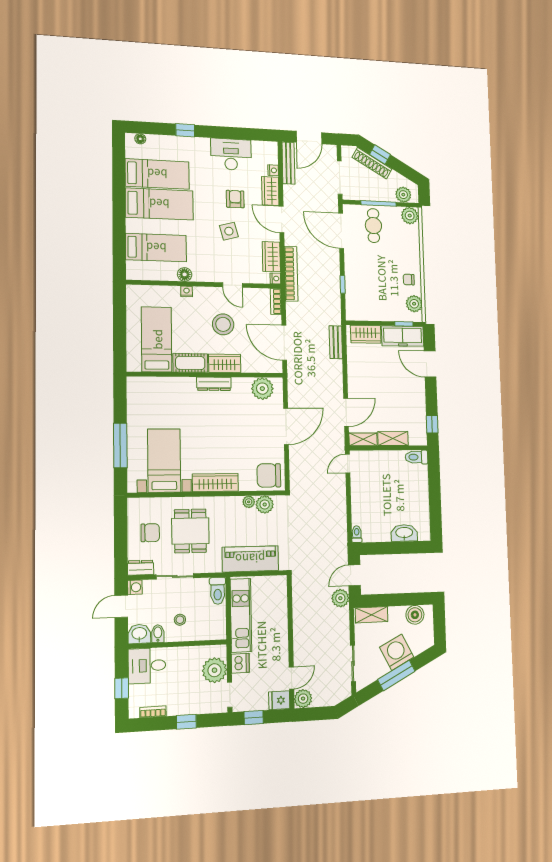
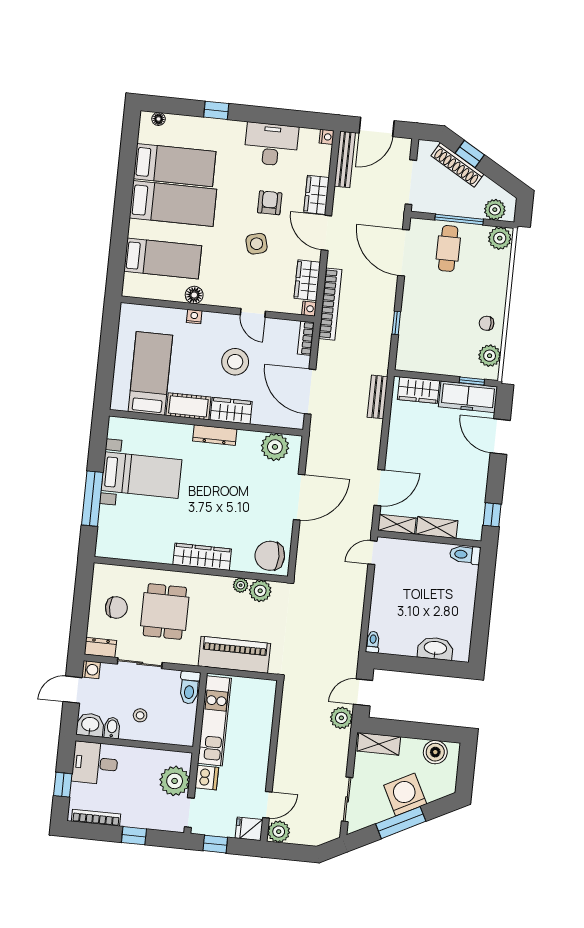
nightstand: (273, 170) -> (327, 137), moved
bed with nightstands: (164, 461) -> (142, 475), moved, turned 90
bookcase: (153, 712) -> (96, 818), width x1.56

